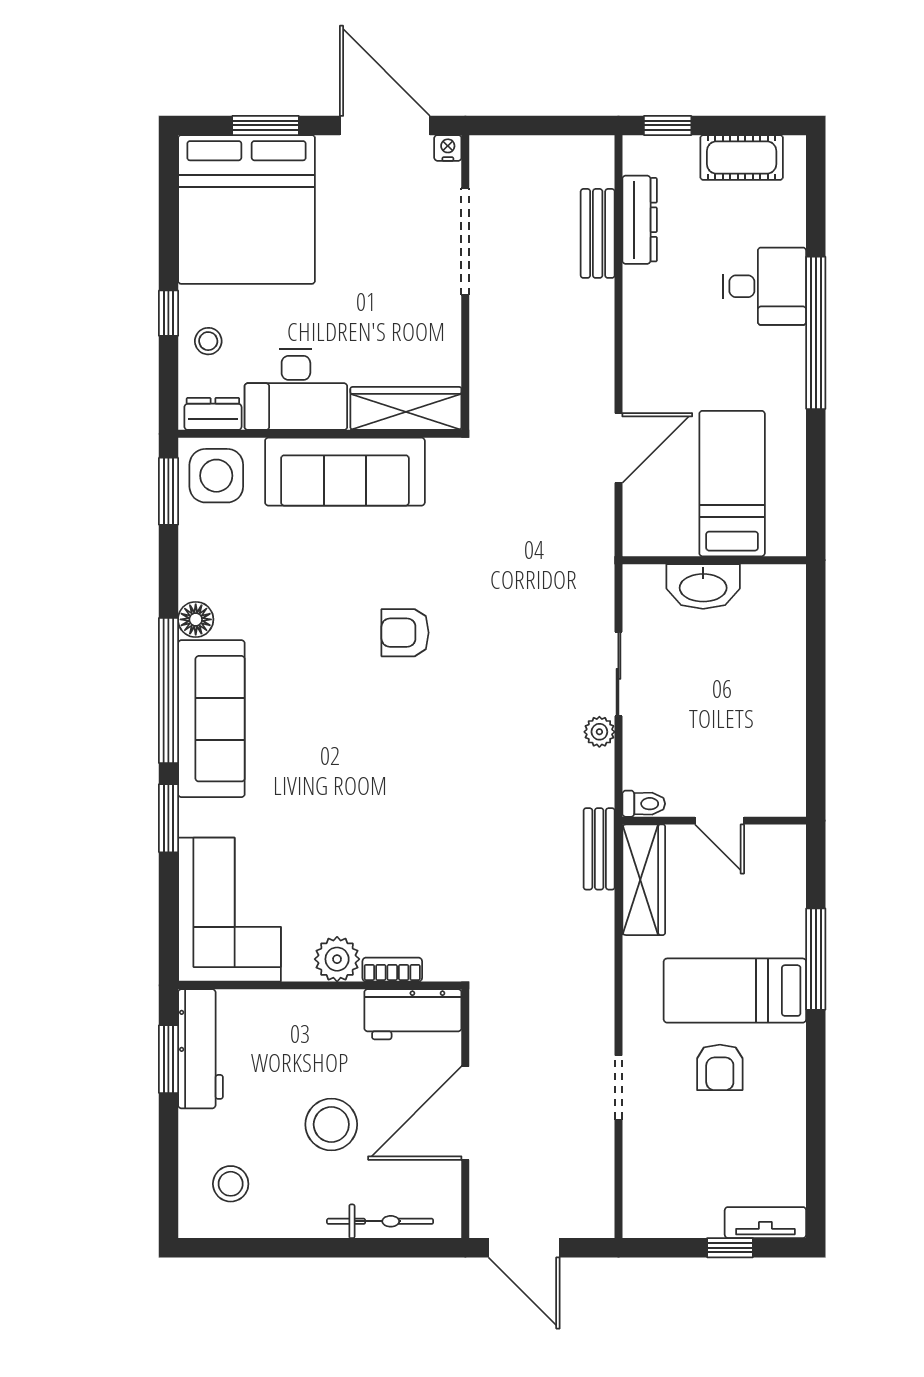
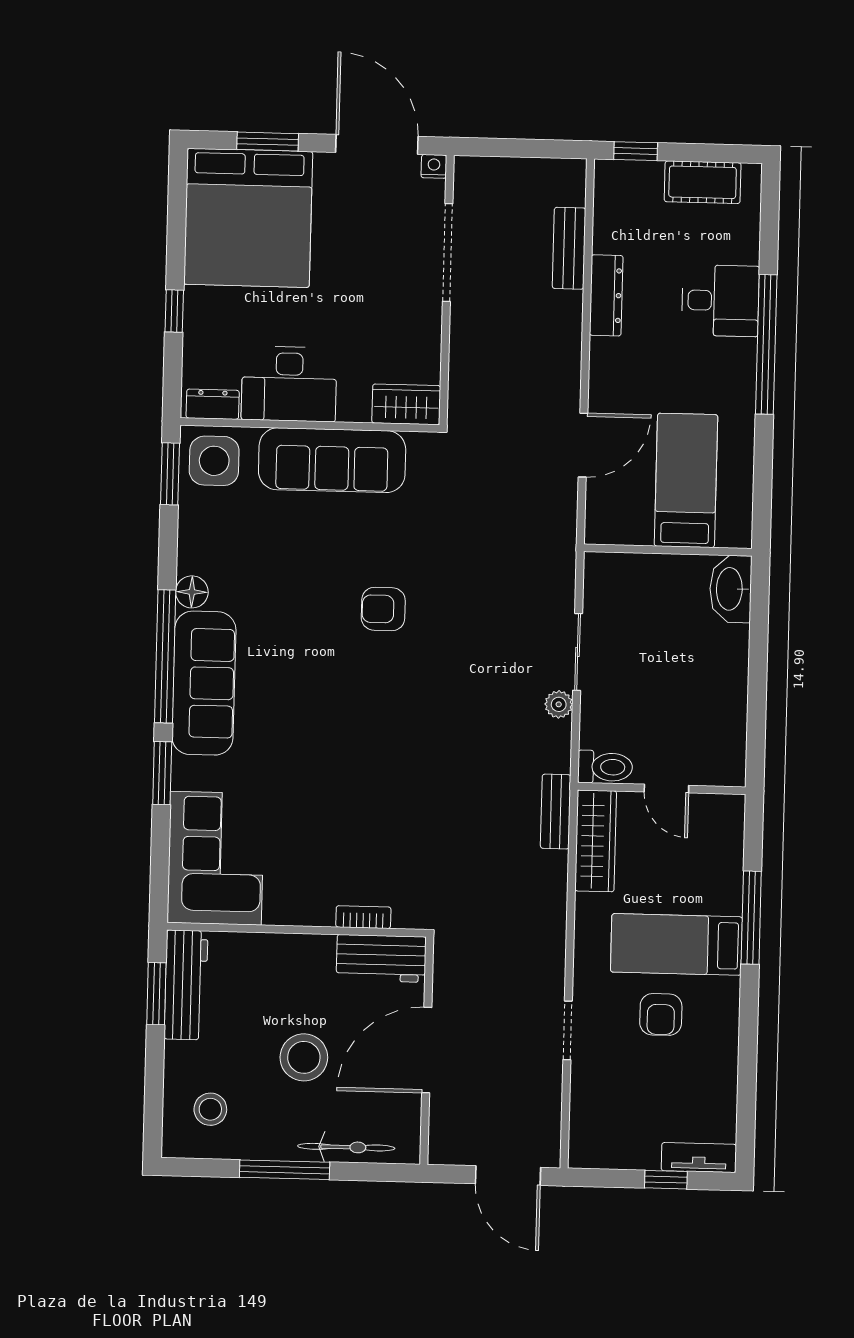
dresser: (640, 220) -> (606, 295), moved
stool: (208, 341) -> (210, 337), removed
wardrobe: (406, 408) -> (406, 404), width x0.67
washbasin: (703, 586) -> (731, 589), moved, turned 90
toilet: (644, 804) -> (605, 767), width x1.37, depth x1.39
plant: (337, 959) -> (313, 906), removed
window: (313, 1248) -> (285, 1170), added
door: (524, 1248) -> (508, 1176), moved

